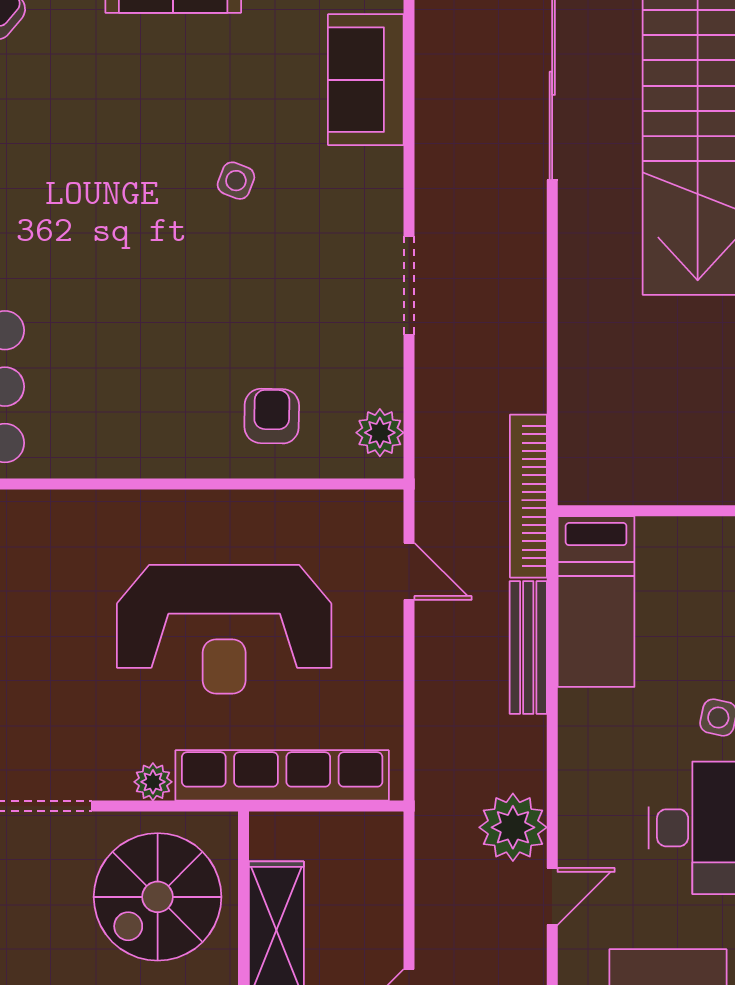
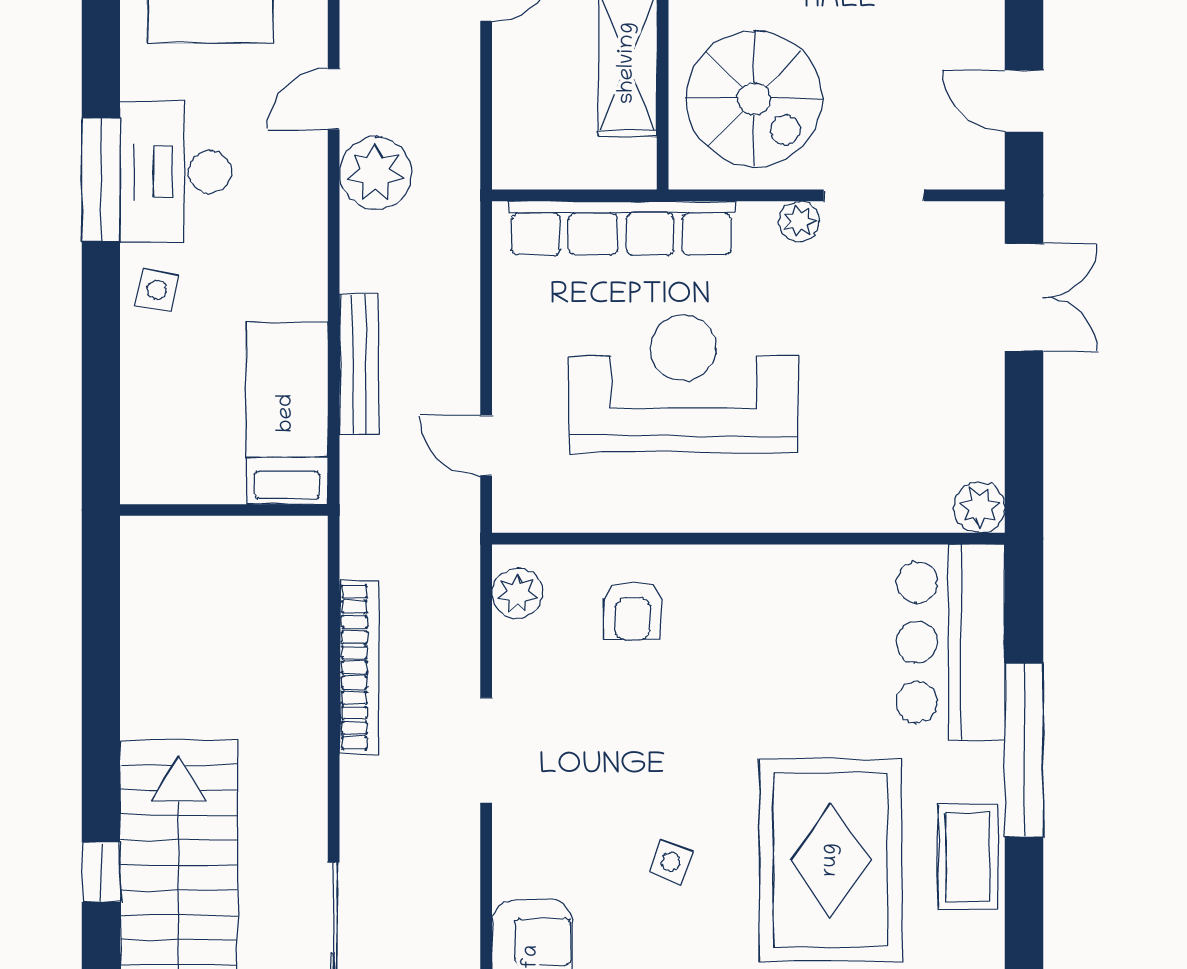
rug: (86, 182) -> (831, 860), added
bookcase: (528, 496) -> (359, 667), moved
plant: (153, 782) -> (799, 221), moved
spiral stairs: (158, 897) -> (754, 99), turned 90

